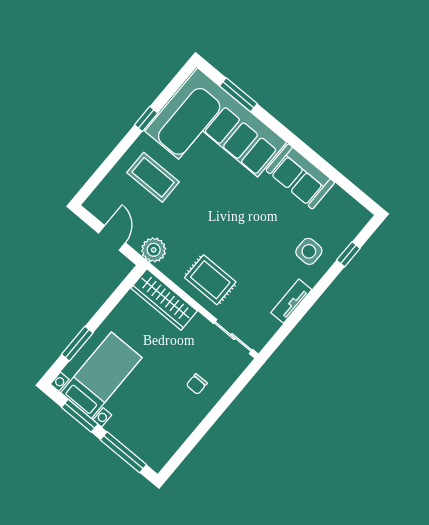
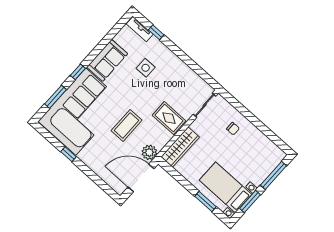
window: (280, 129) -> (78, 72), added
coffee table: (153, 177) -> (127, 125), moved
door: (112, 238) -> (141, 178), width x1.87
side table: (309, 251) -> (146, 68), moved
rug: (210, 280) -> (169, 118), turned 90
tv unit: (291, 301) -> (140, 29), moved

